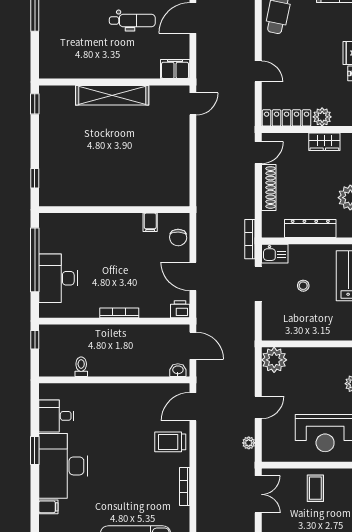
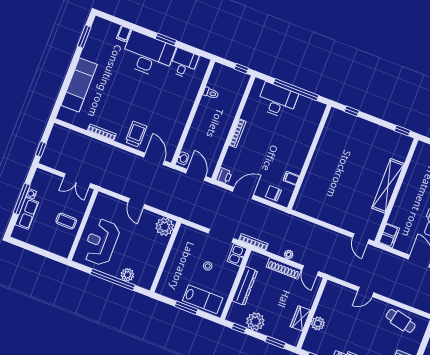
locker: (287, 118) -> (327, 299), removed
door: (193, 346) -> (196, 175), swing flipped
plant: (249, 443) -> (289, 255), moved

